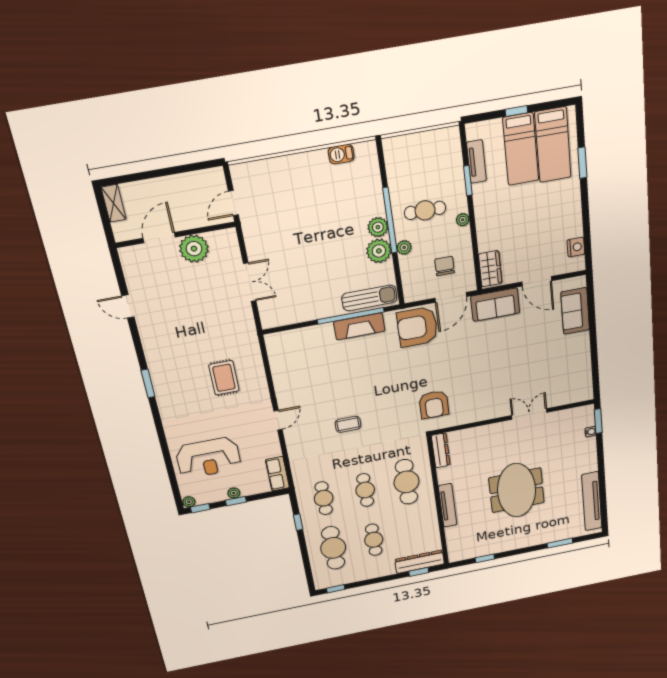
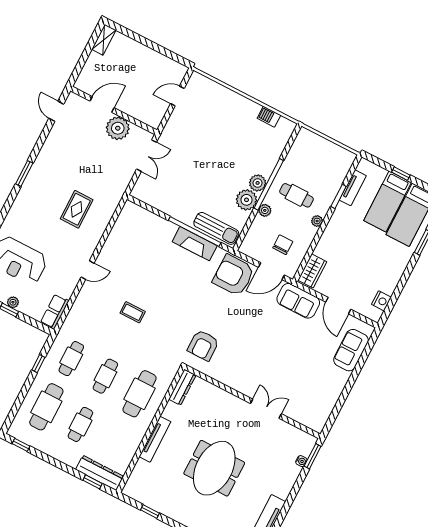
wall: (176, 235) -> (114, 110), moved
door: (159, 238) -> (102, 104), moved
plant: (194, 249) -> (118, 128), moved

